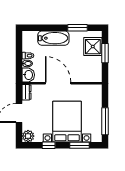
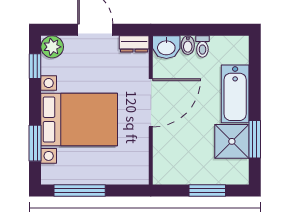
shower: (93, 47) -> (232, 141), moved
window: (49, 145) -> (35, 66), moved

